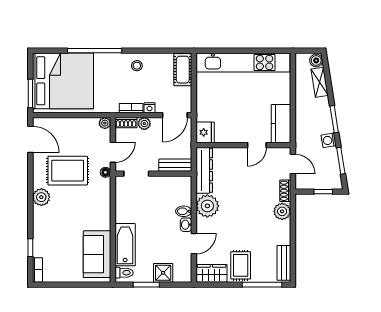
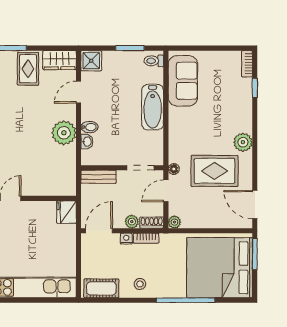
cot: (183, 70) -> (101, 288), moved, turned 90
dresser: (204, 170) -> (67, 171), removed
washbasin: (186, 225) -> (87, 142), moved
bathtub: (125, 245) -> (153, 107), moved
shower: (163, 273) -> (91, 61), moved

